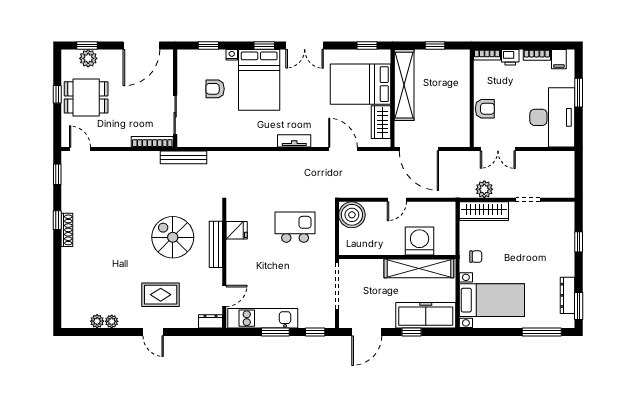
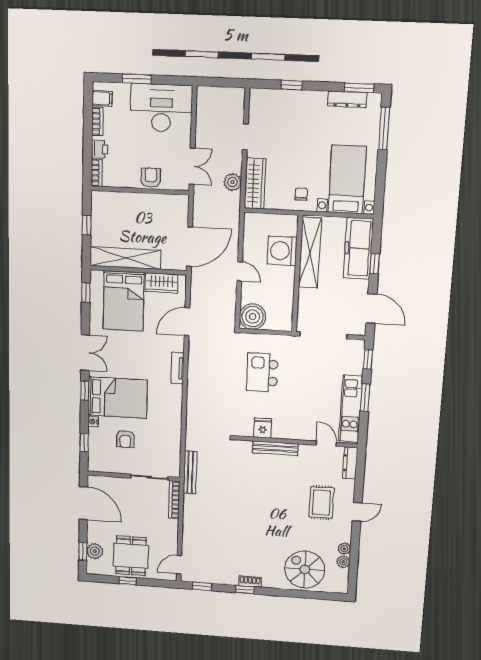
shoe rack: (67, 230) -> (250, 582), width x0.70
spiral stairs: (173, 237) -> (305, 569), moved, turned 90
dresser: (211, 321) -> (350, 463), width x1.44

